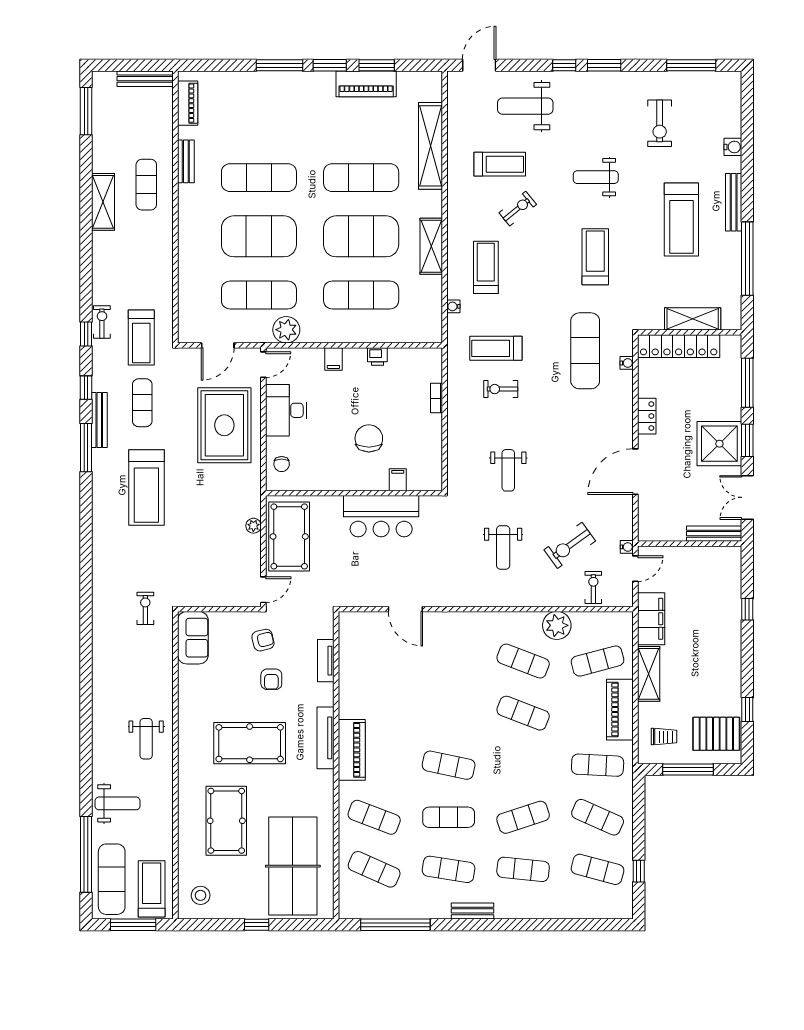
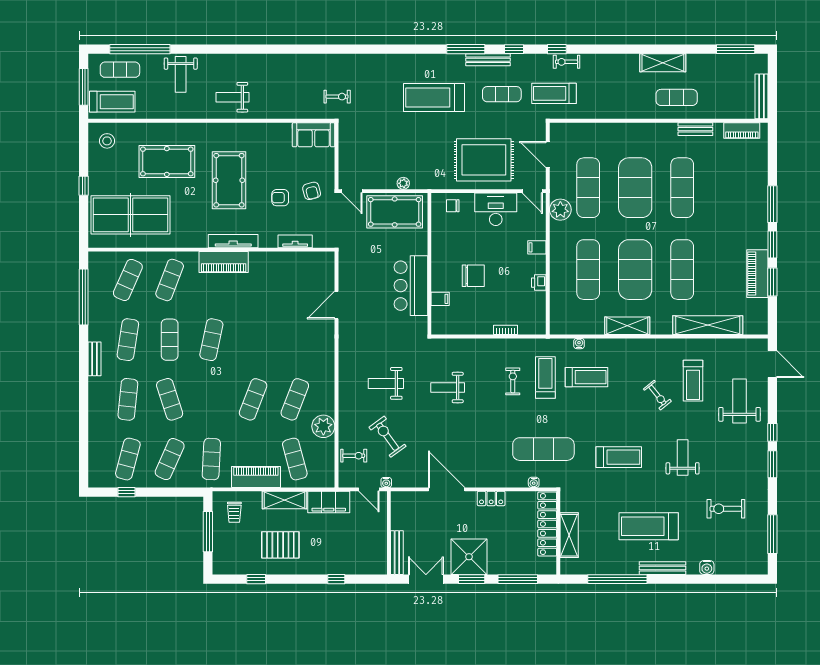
treadmill: (486, 267) -> (586, 377), moved
exercise bike: (102, 322) -> (567, 62), turned 180
pallet: (716, 734) -> (280, 545), moved, turned 90
exercise mat: (112, 879) -> (120, 70), width x0.73, depth x0.69

